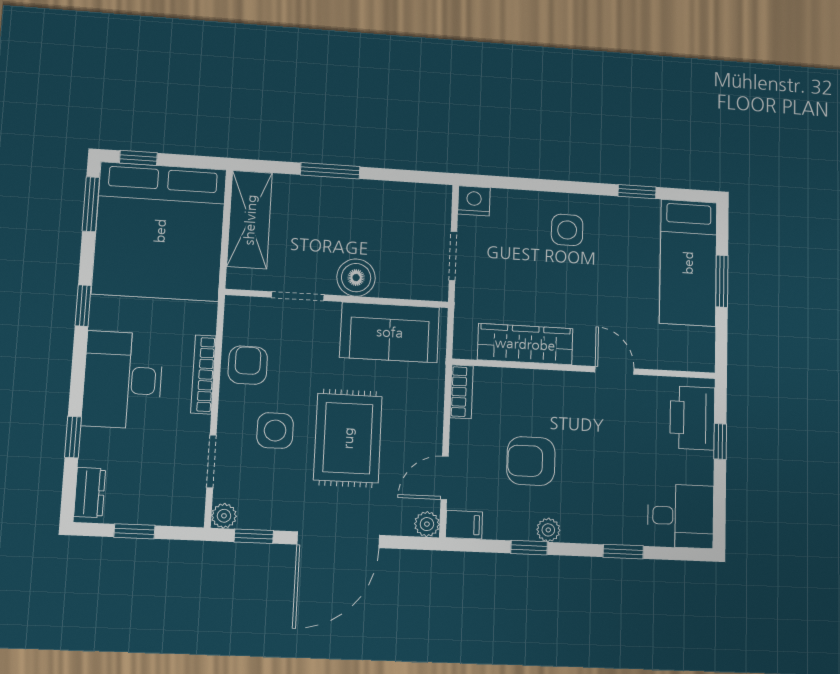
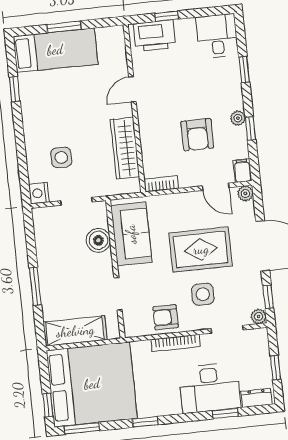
side table: (567, 230) -> (61, 157), moved
boiler: (356, 278) -> (98, 240), moved
desk: (123, 380) -> (210, 388), moved

